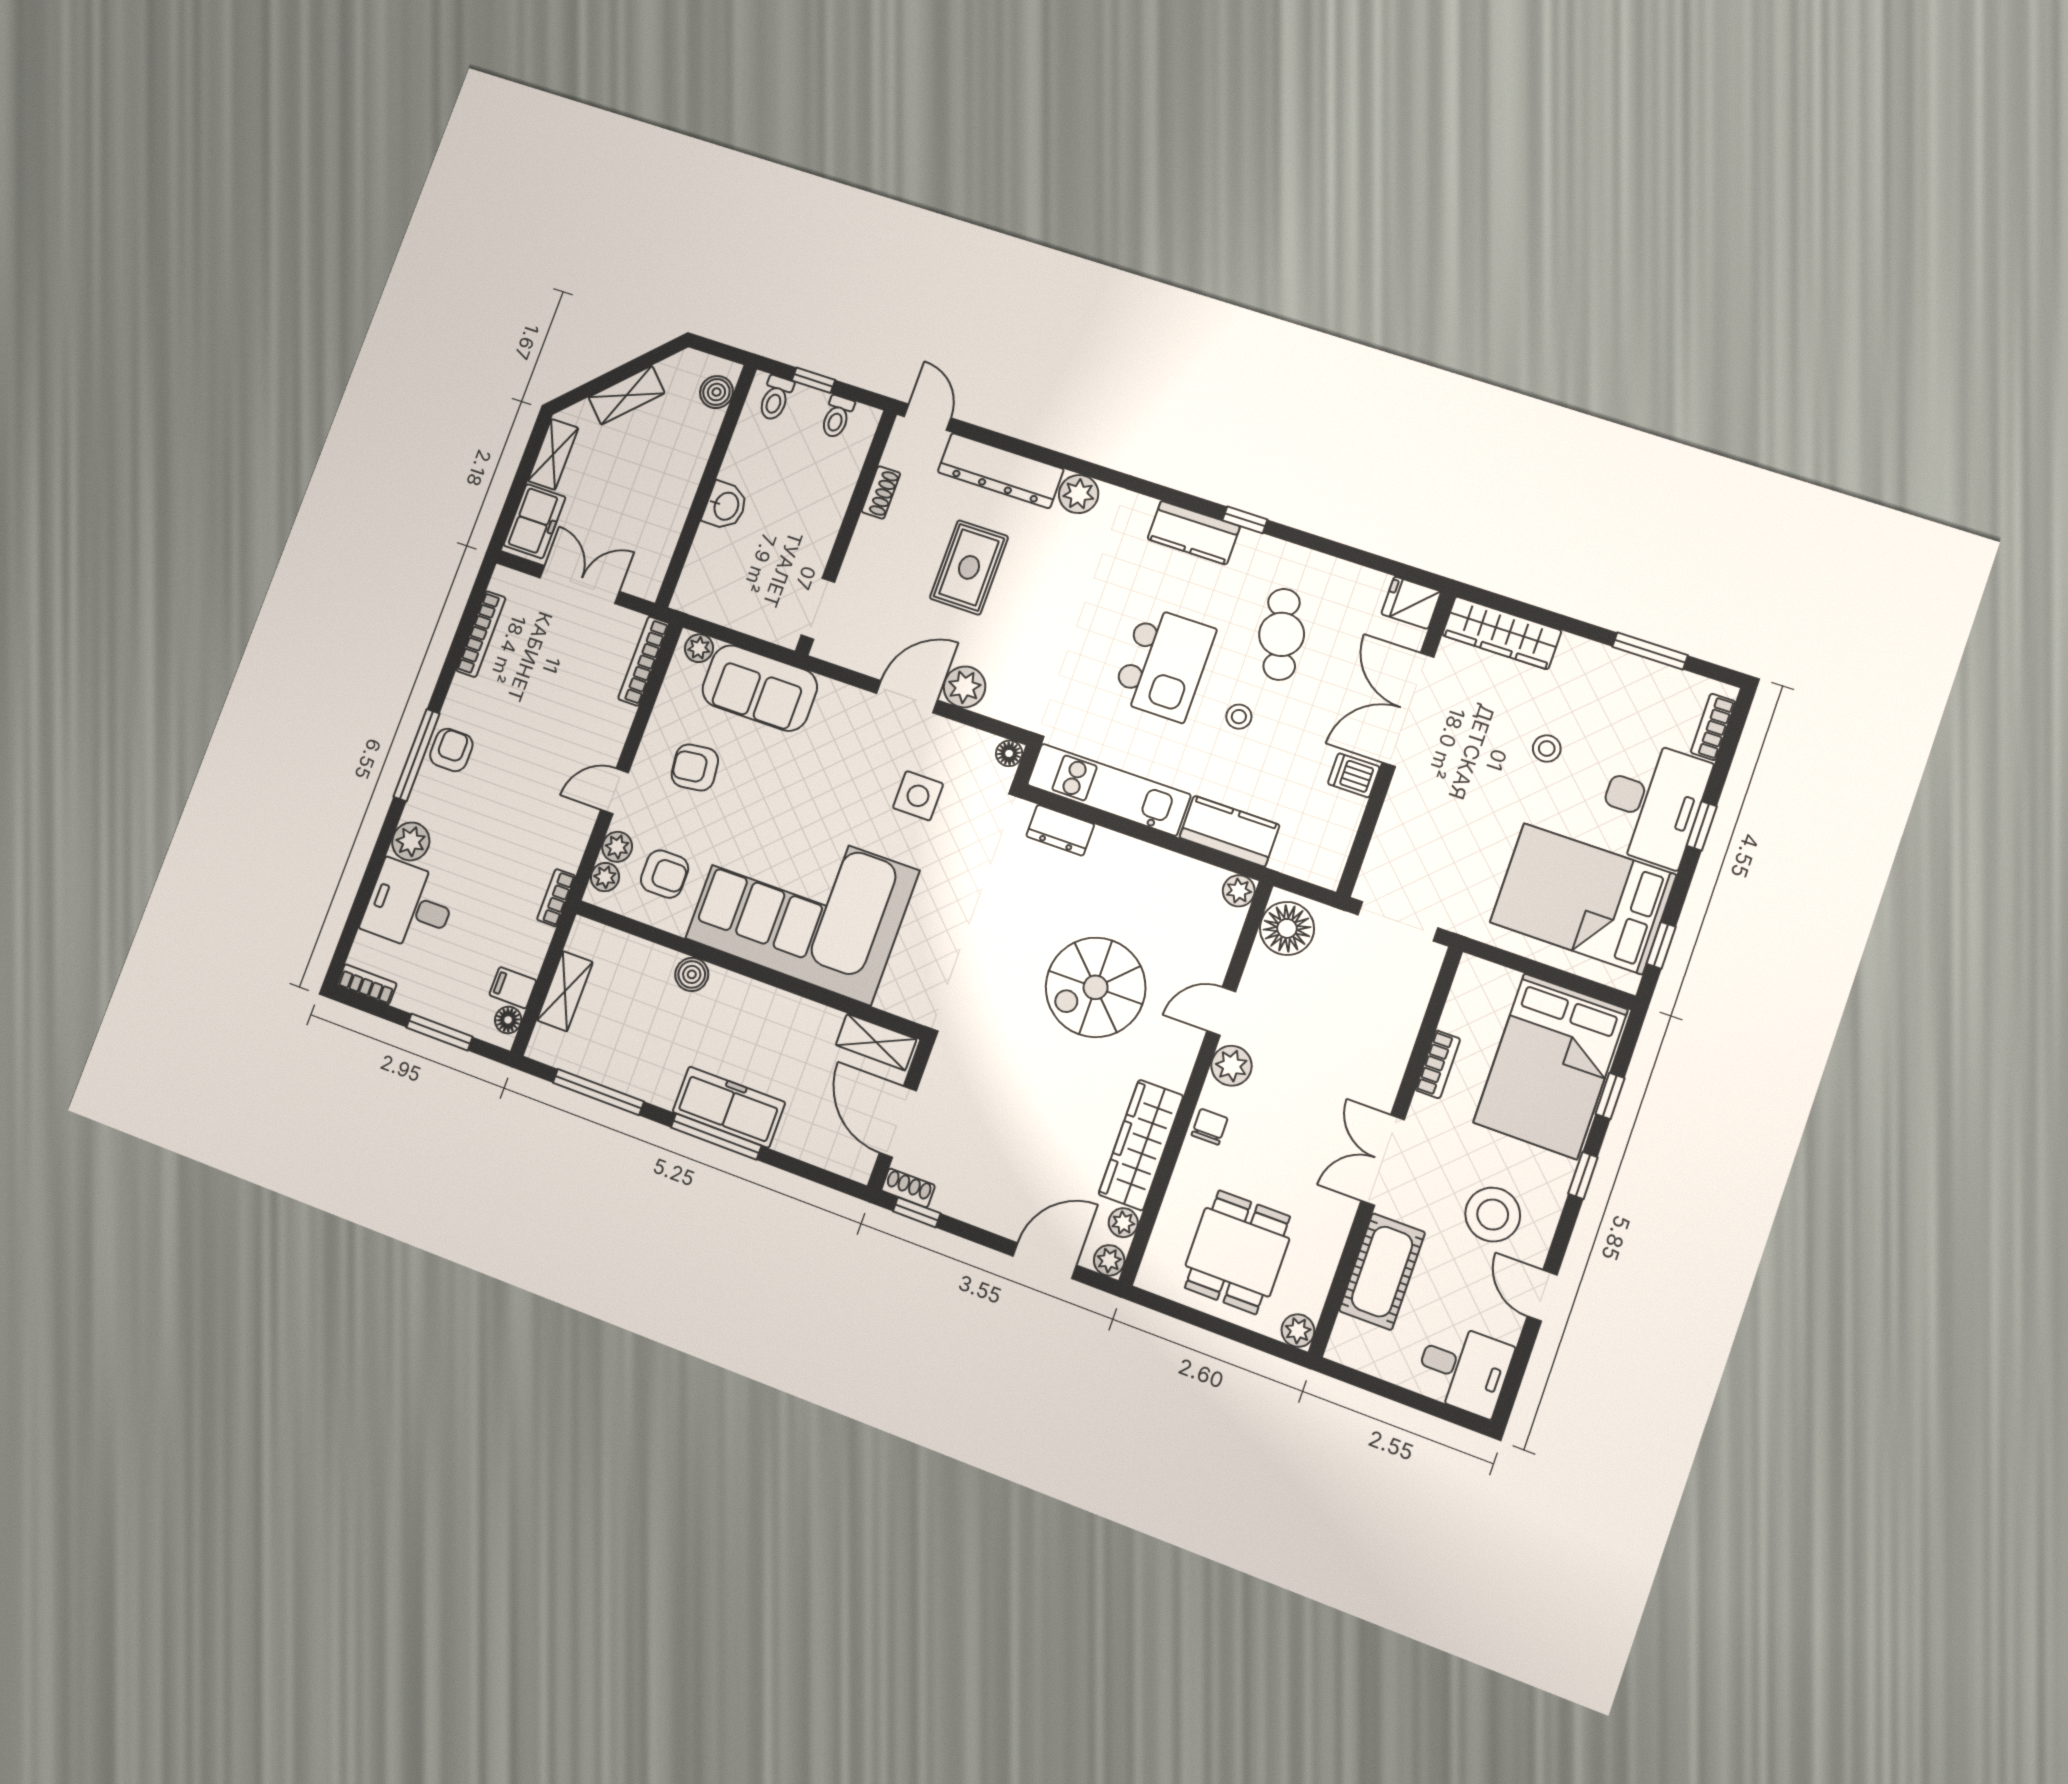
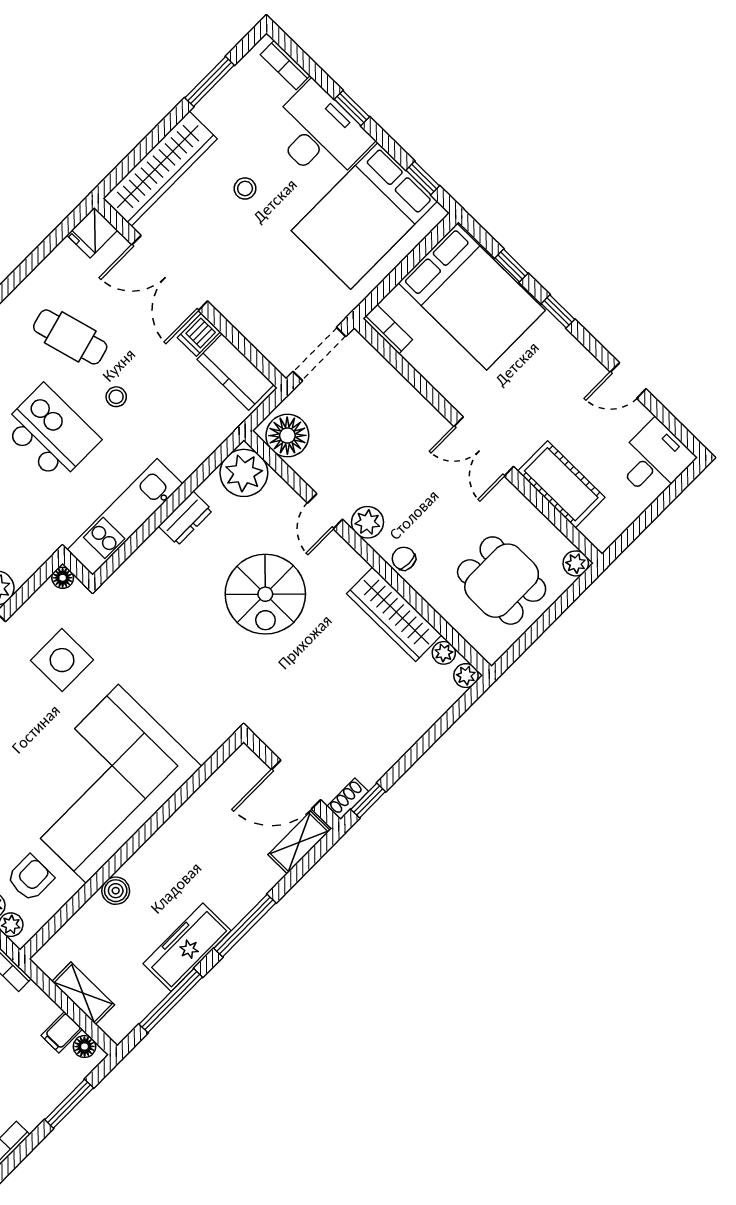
wardrobe: (1502, 633) -> (160, 169), width x1.40, depth x1.17
side table: (918, 796) -> (62, 660), width x1.37, depth x1.37
dresser: (1060, 830) -> (185, 518), moved
kitchen counter: (1229, 831) -> (236, 372), moved, turned -90
plant: (1239, 891) -> (244, 473), width x1.88, depth x1.88
shelving: (876, 1042) -> (299, 842), moved
bookcase: (1438, 1064) -> (388, 329), moved
freezer: (729, 1107) -> (187, 947), moved
stool: (1493, 1215) -> (557, 387), removed
door: (1045, 1261) -> (445, 722), removed

